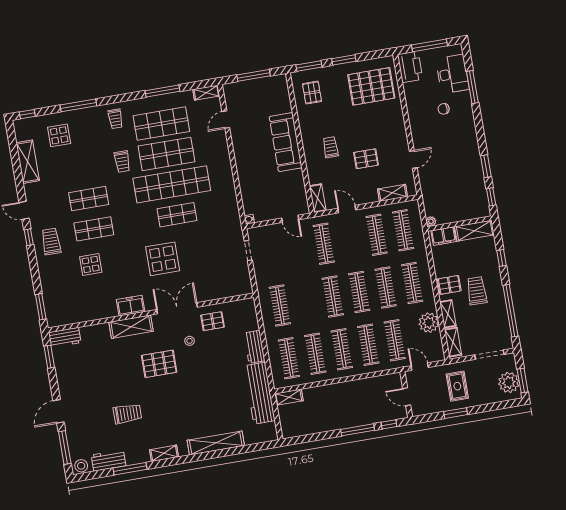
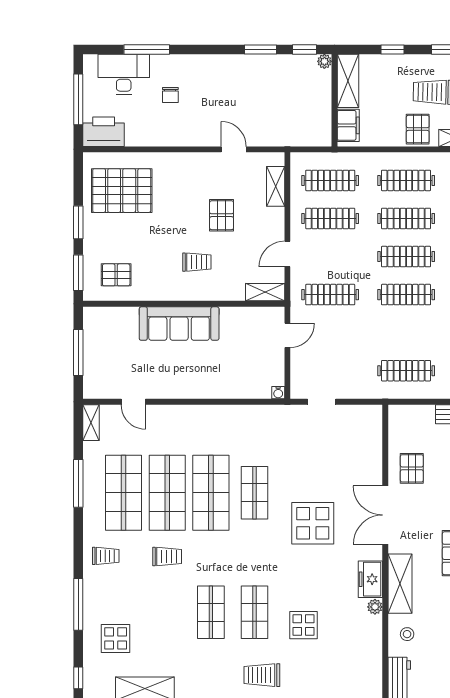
pallet: (371, 86) -> (122, 191), turned 90
trolley: (331, 147) -> (197, 262), turned 180
shop shelf: (172, 184) -> (211, 493), width x0.71
plant: (431, 221) -> (324, 61), moved
plant: (112, 312) -> (375, 607), added
stool: (190, 341) -> (407, 634), moved

